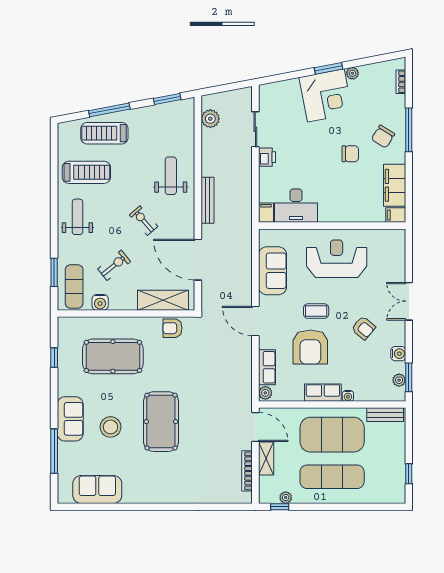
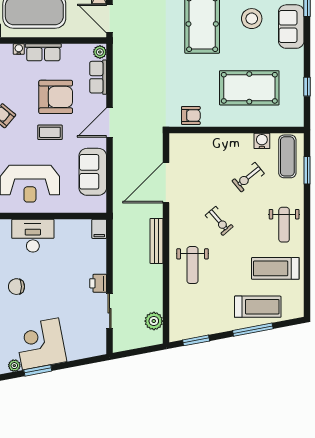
desk: (296, 206) -> (33, 236), moved
door: (198, 260) -> (166, 183), swing flipped
shelving: (163, 300) -> (200, 143), removed
door: (255, 321) -> (110, 123), swing flipped
armchair: (310, 347) -> (56, 97), turned 90

